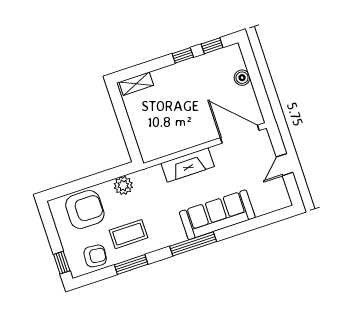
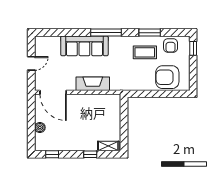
window: (183, 55) -> (90, 154), moved
plant: (123, 185) -> (138, 84), removed
armchair: (95, 256) -> (171, 46), turned -96

